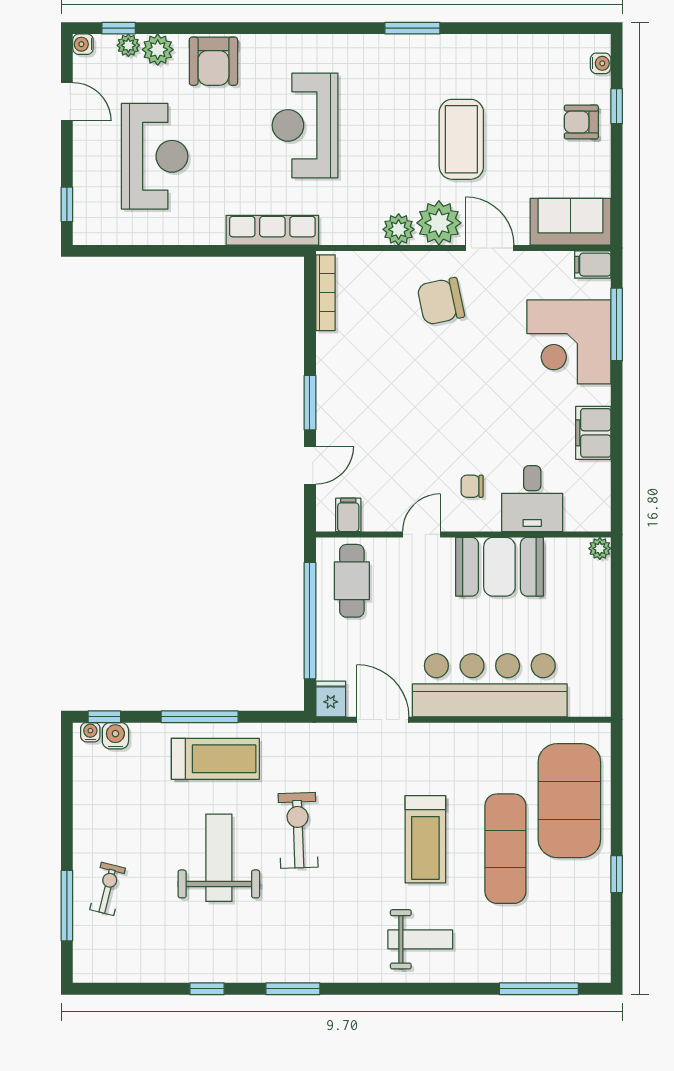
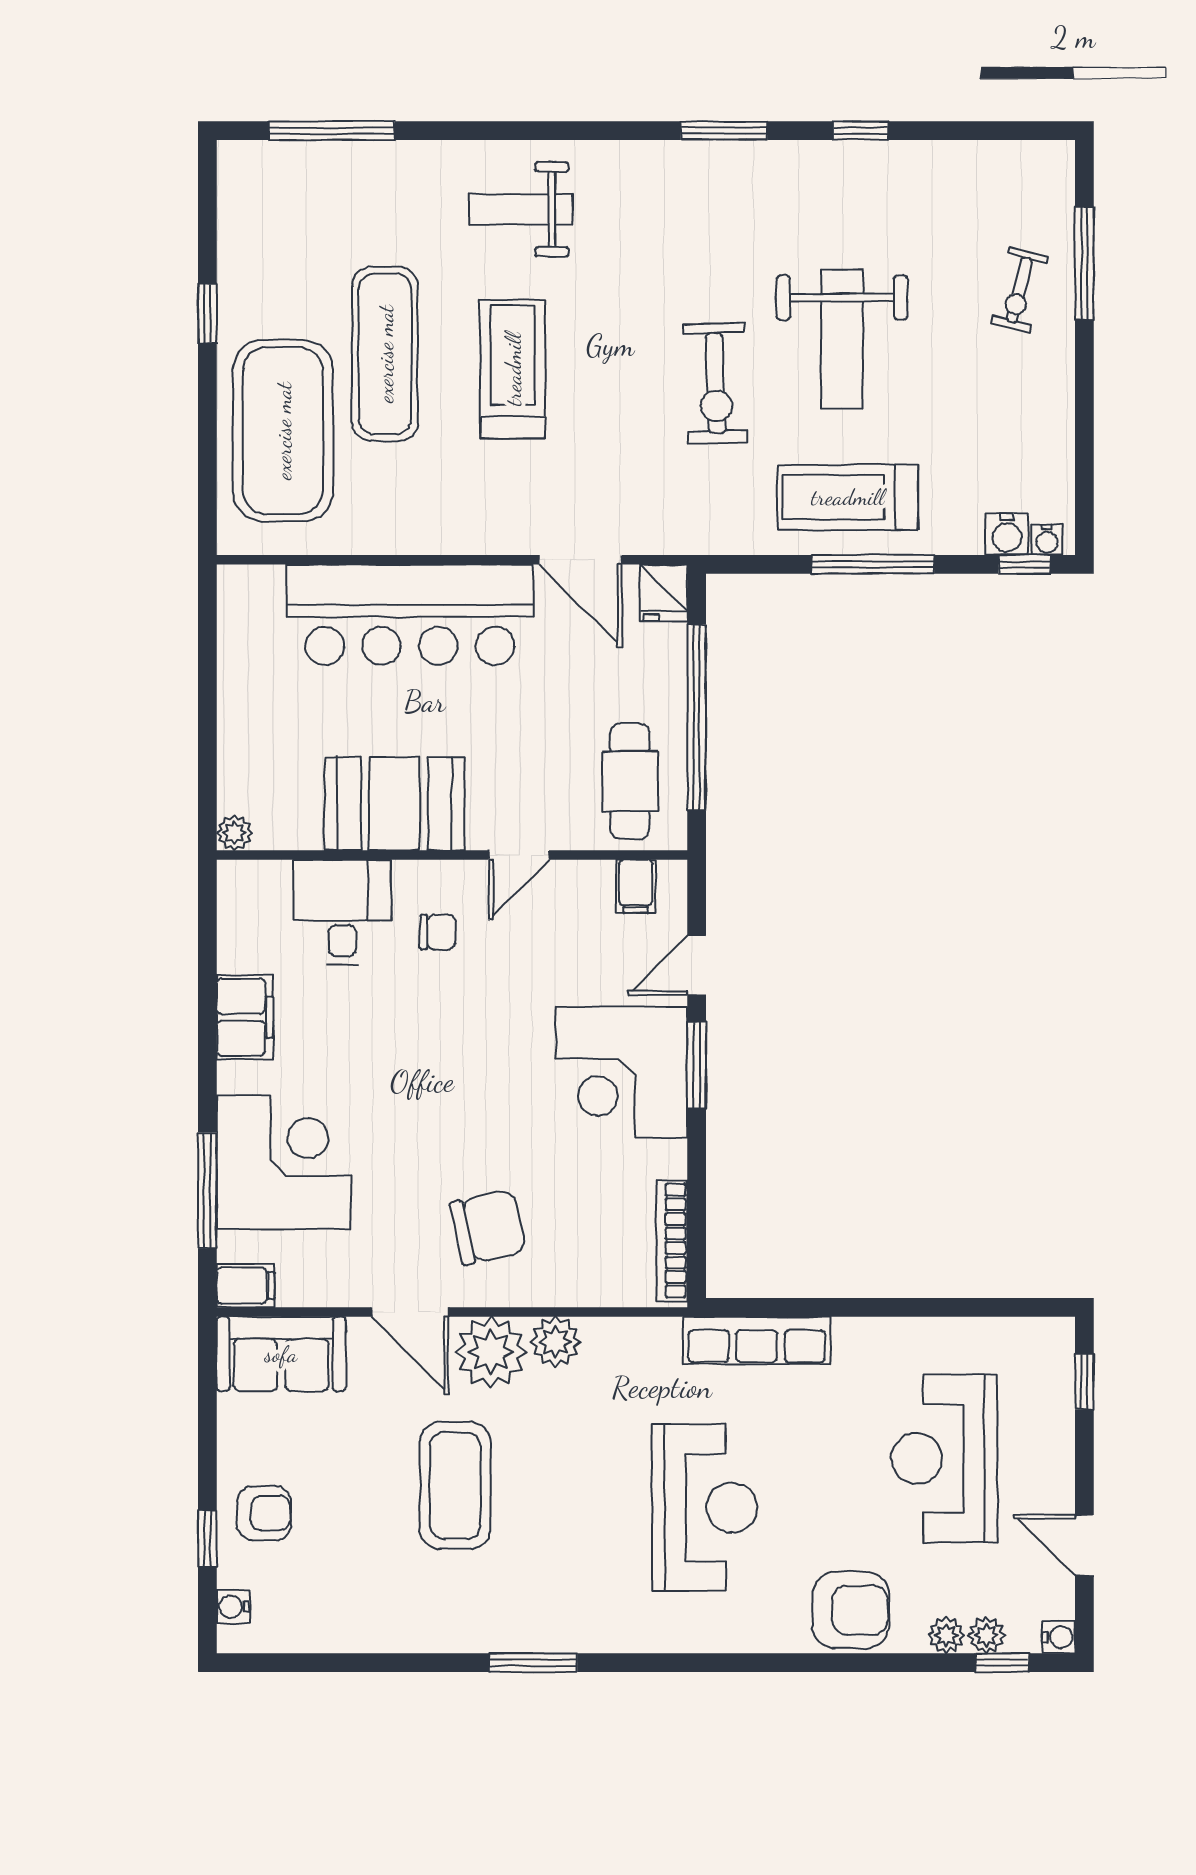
plant: (158, 50) -> (946, 1635), width x0.73, depth x0.73
armchair: (213, 61) -> (851, 1610), turned 90
corner desk: (357, 398) -> (622, 1072), added

